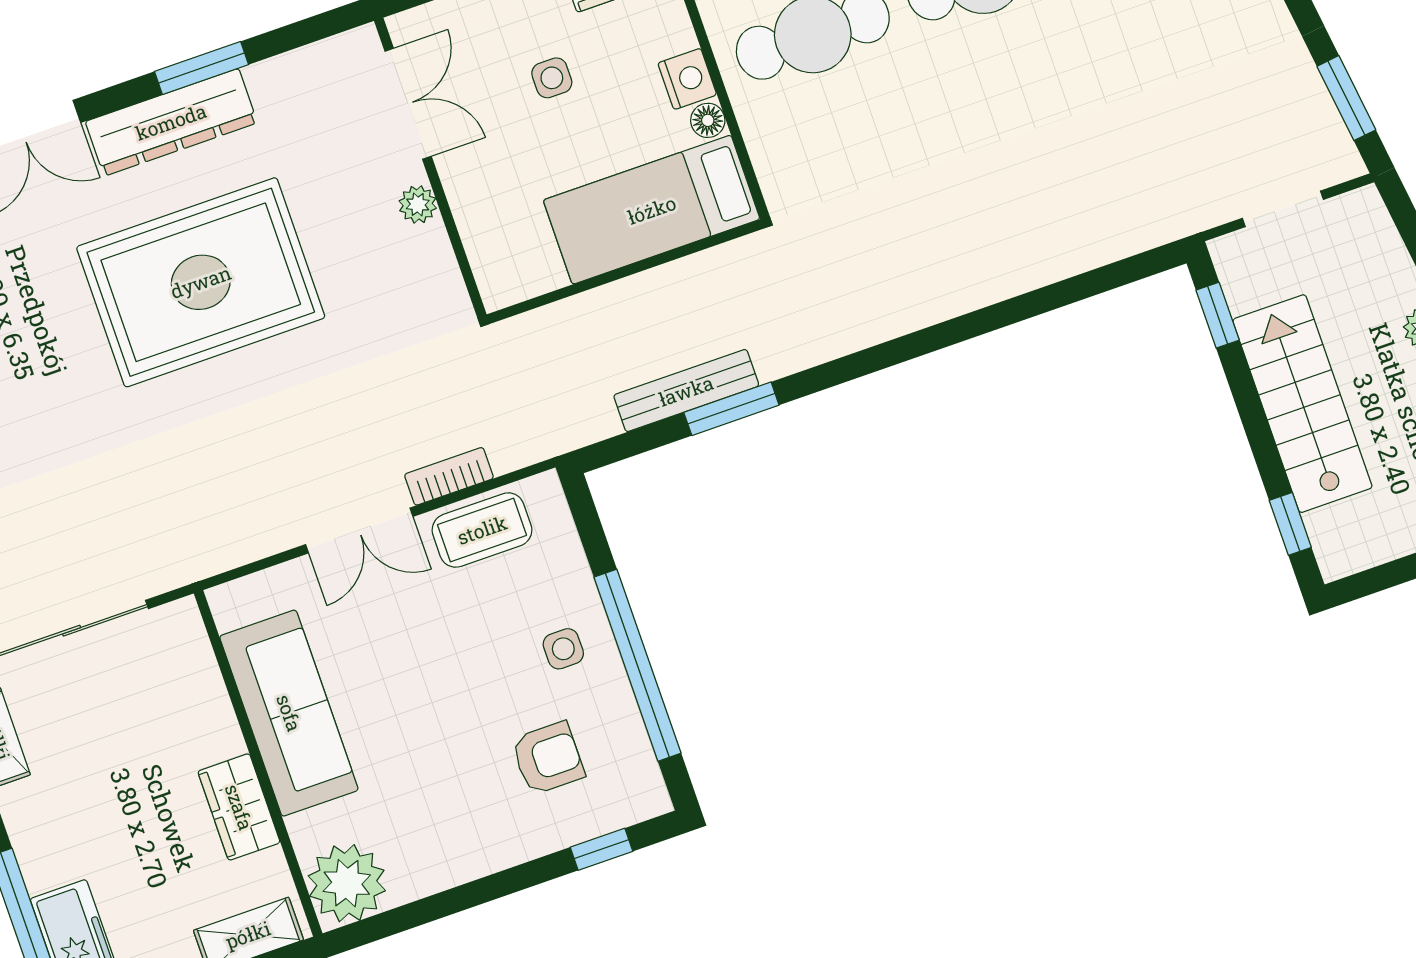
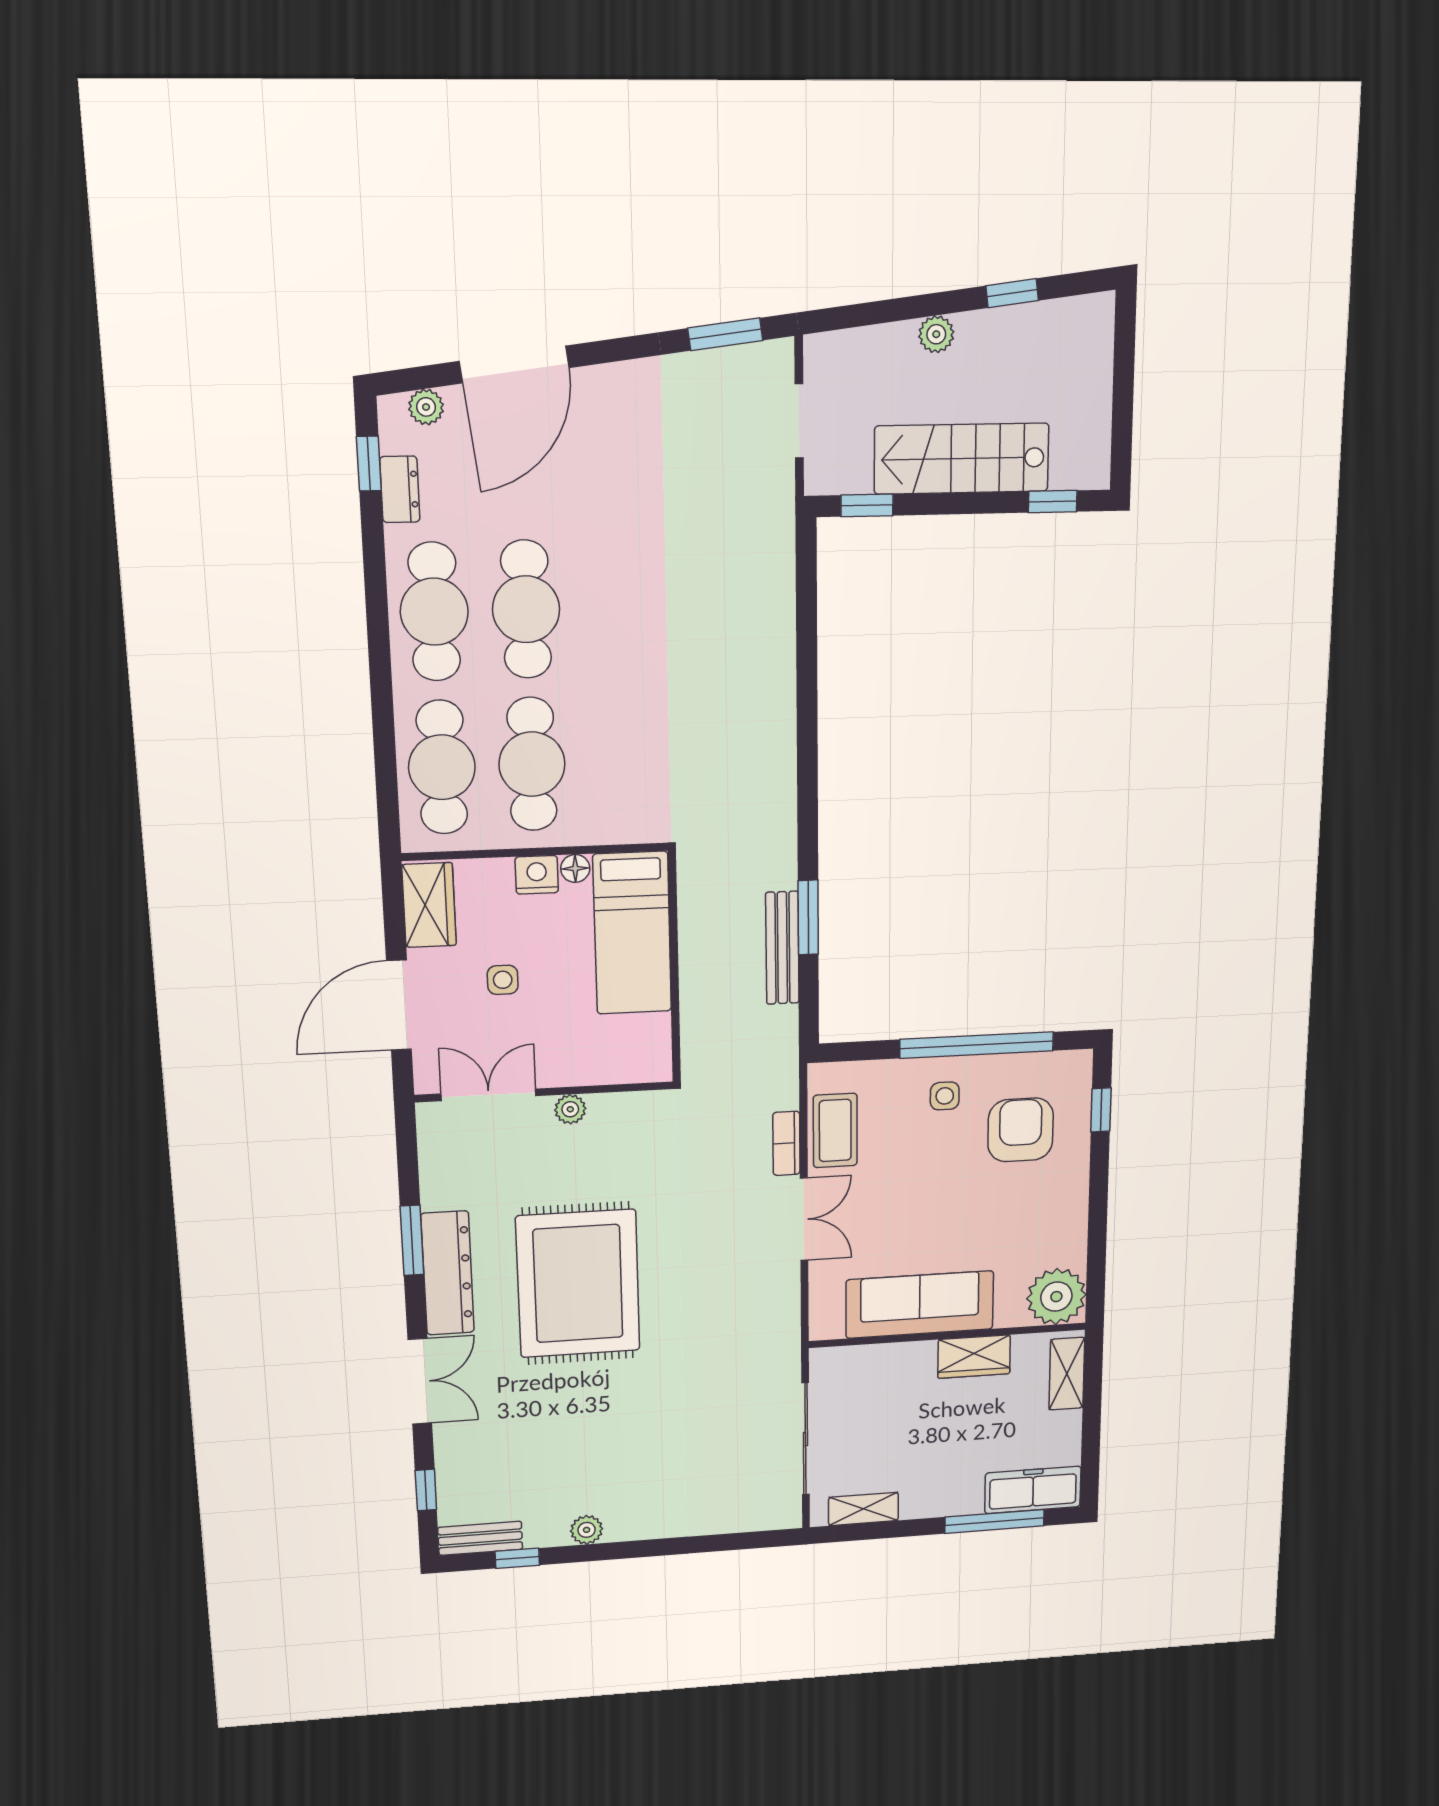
armchair: (548, 758) -> (1021, 1130), width x1.38, depth x1.38

